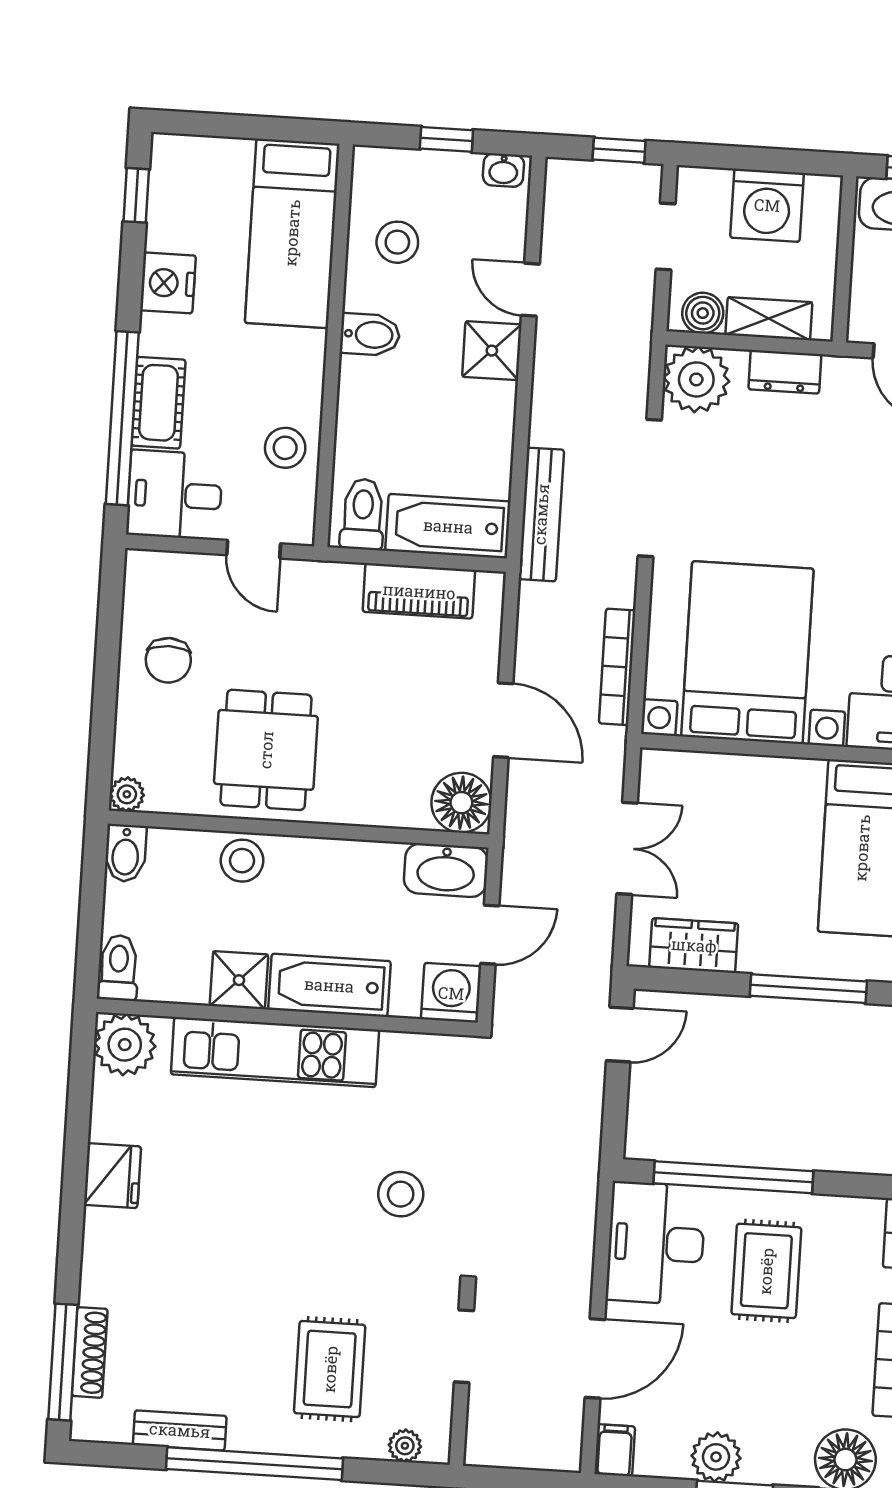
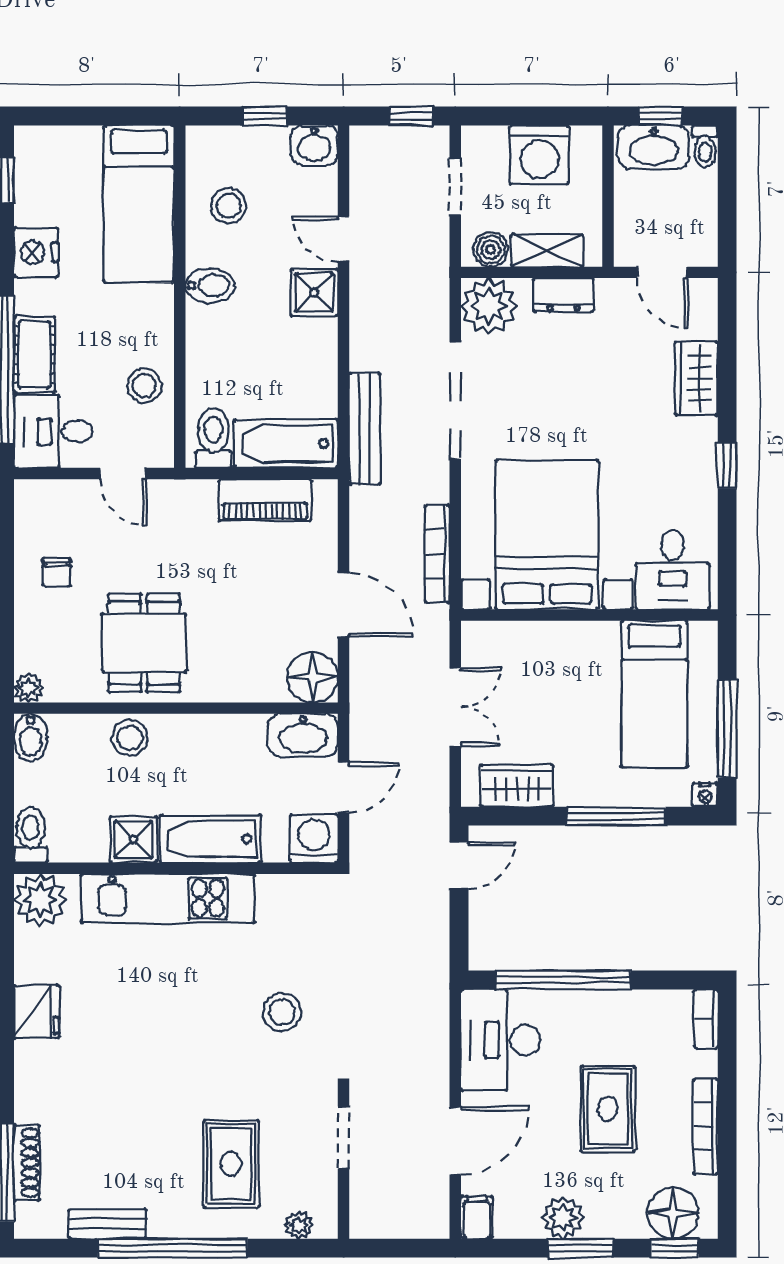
washbasin: (503, 170) -> (314, 145), width x1.38, depth x1.45
chair: (168, 660) -> (57, 572), width x0.73, depth x0.73
rug: (766, 1271) -> (608, 1109), moved

